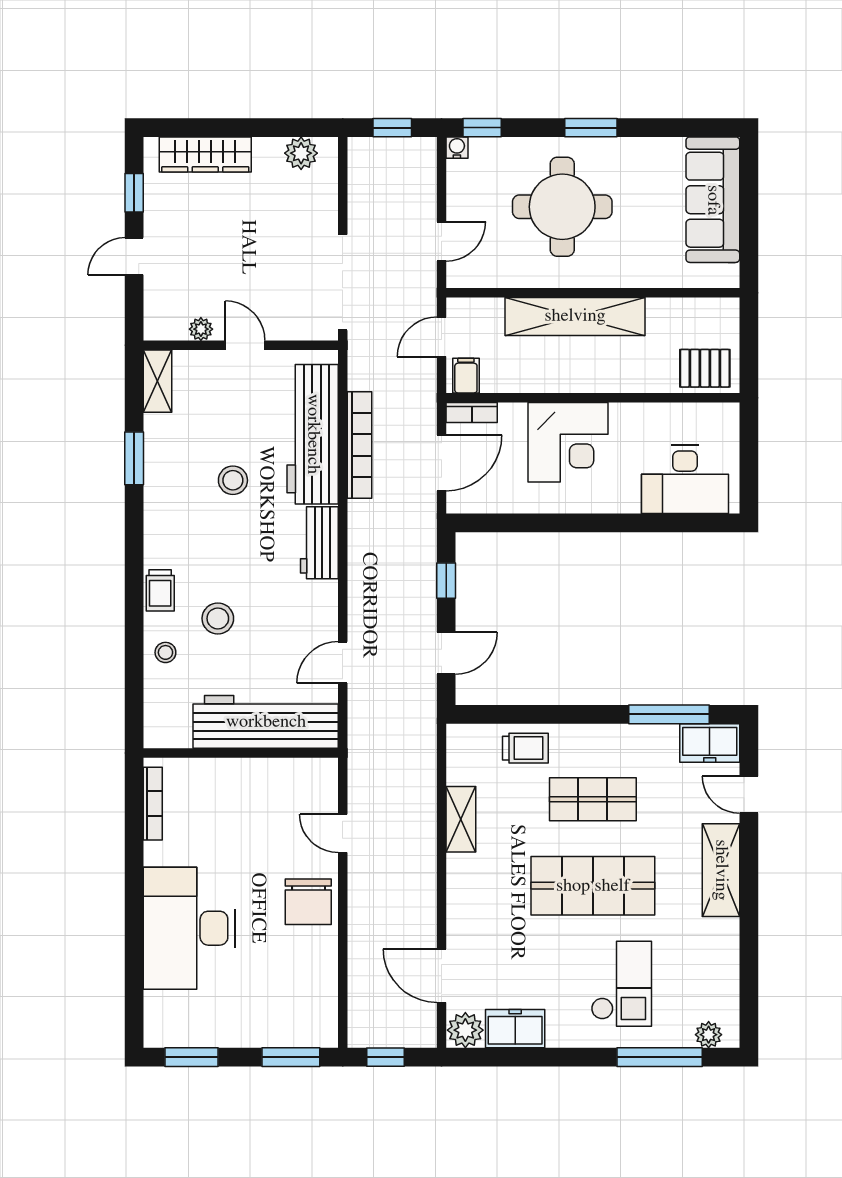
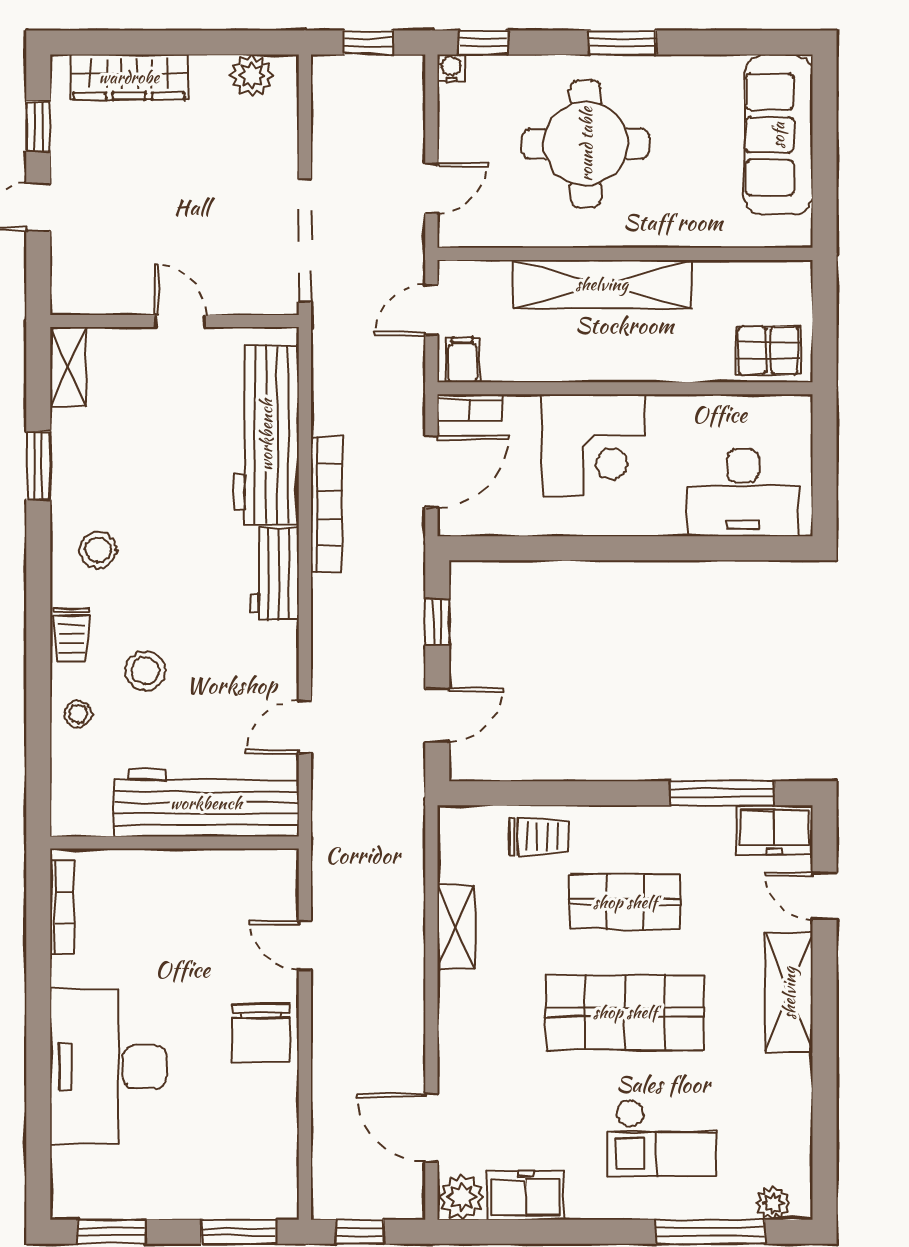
plant: (201, 329) -> (124, 300), removed
bookcase: (359, 445) -> (326, 505), moved
stool: (233, 480) -> (98, 550), moved
checkout: (621, 984) -> (662, 1138), turned 90

